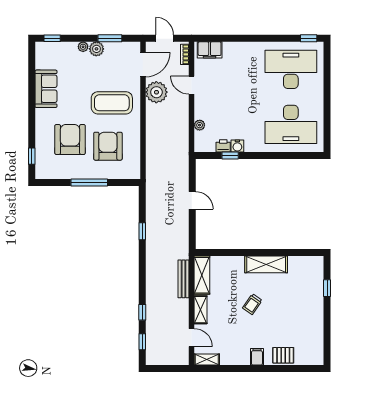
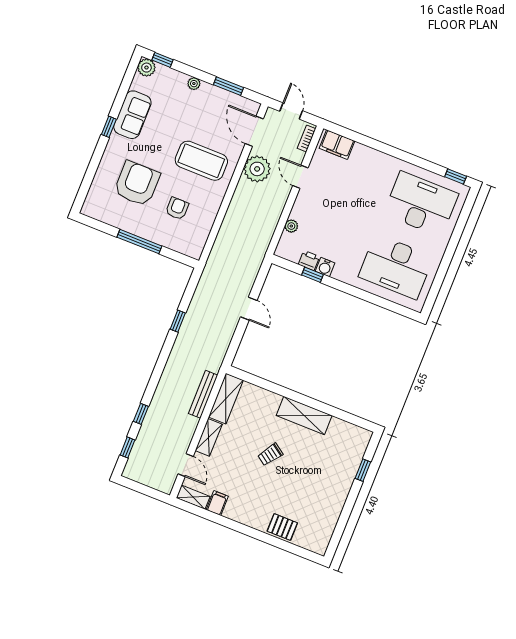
plant: (96, 49) -> (146, 68), moved
door: (143, 65) -> (254, 131), swing flipped
armchair: (108, 146) -> (177, 208), width x0.53, depth x0.53
window: (32, 156) -> (109, 127), moved
filing cabinet: (257, 357) -> (217, 503), moved

